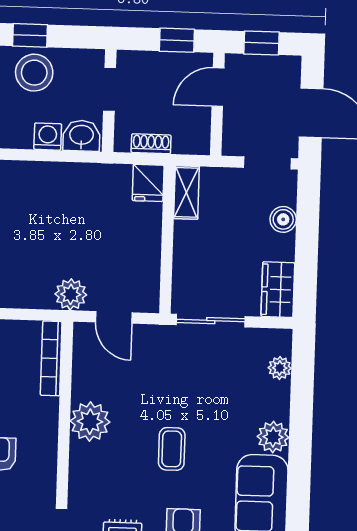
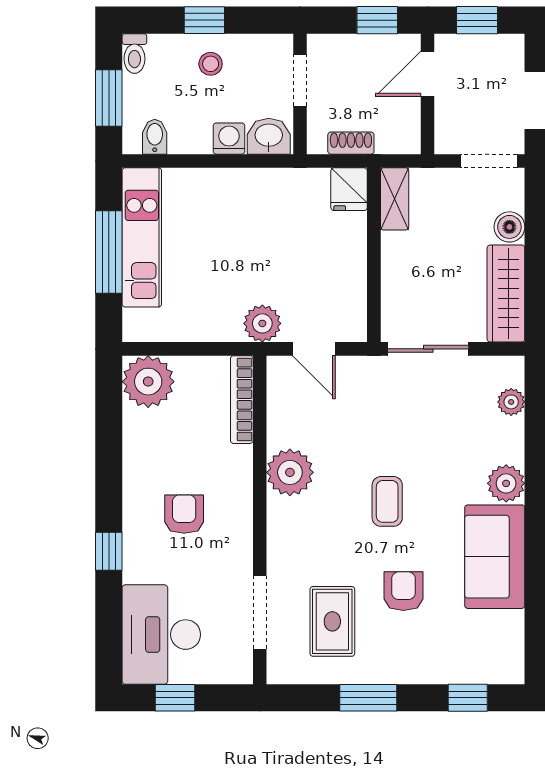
stool: (34, 73) -> (211, 64), width x0.53, depth x0.53
wardrobe: (278, 290) -> (506, 294), width x1.50

